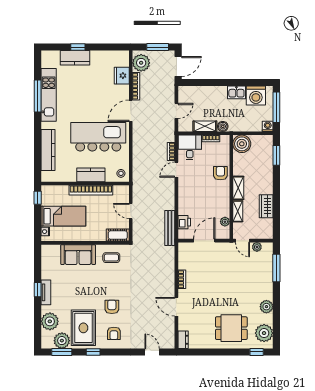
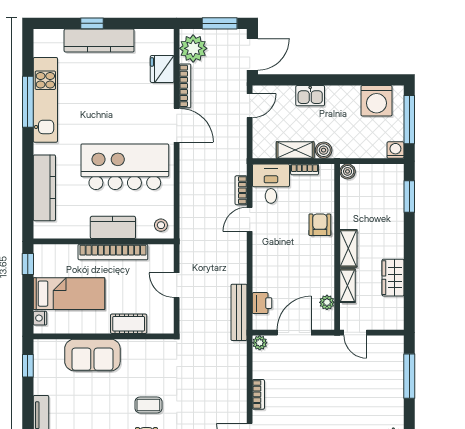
kitchen counter: (75, 58) -> (99, 40), width x1.50
kitchen sink: (236, 92) -> (310, 96), moved
door: (131, 111) -> (177, 125), swing flipped
door: (176, 111) -> (250, 106), moved
boiler: (242, 144) -> (348, 171), width x0.54, depth x0.54
cot: (118, 235) -> (129, 324), moved
plant: (257, 247) -> (260, 343), moved
coffee table: (111, 258) -> (148, 405), moved
window: (38, 290) -> (28, 366), moved

